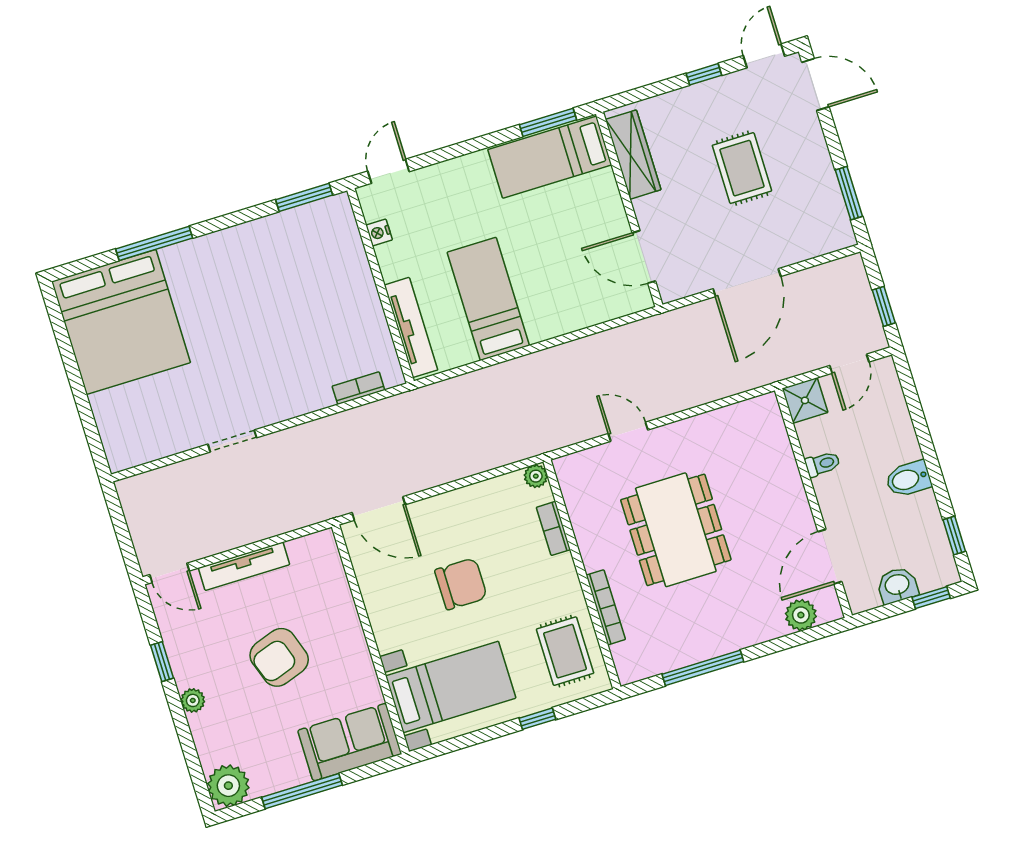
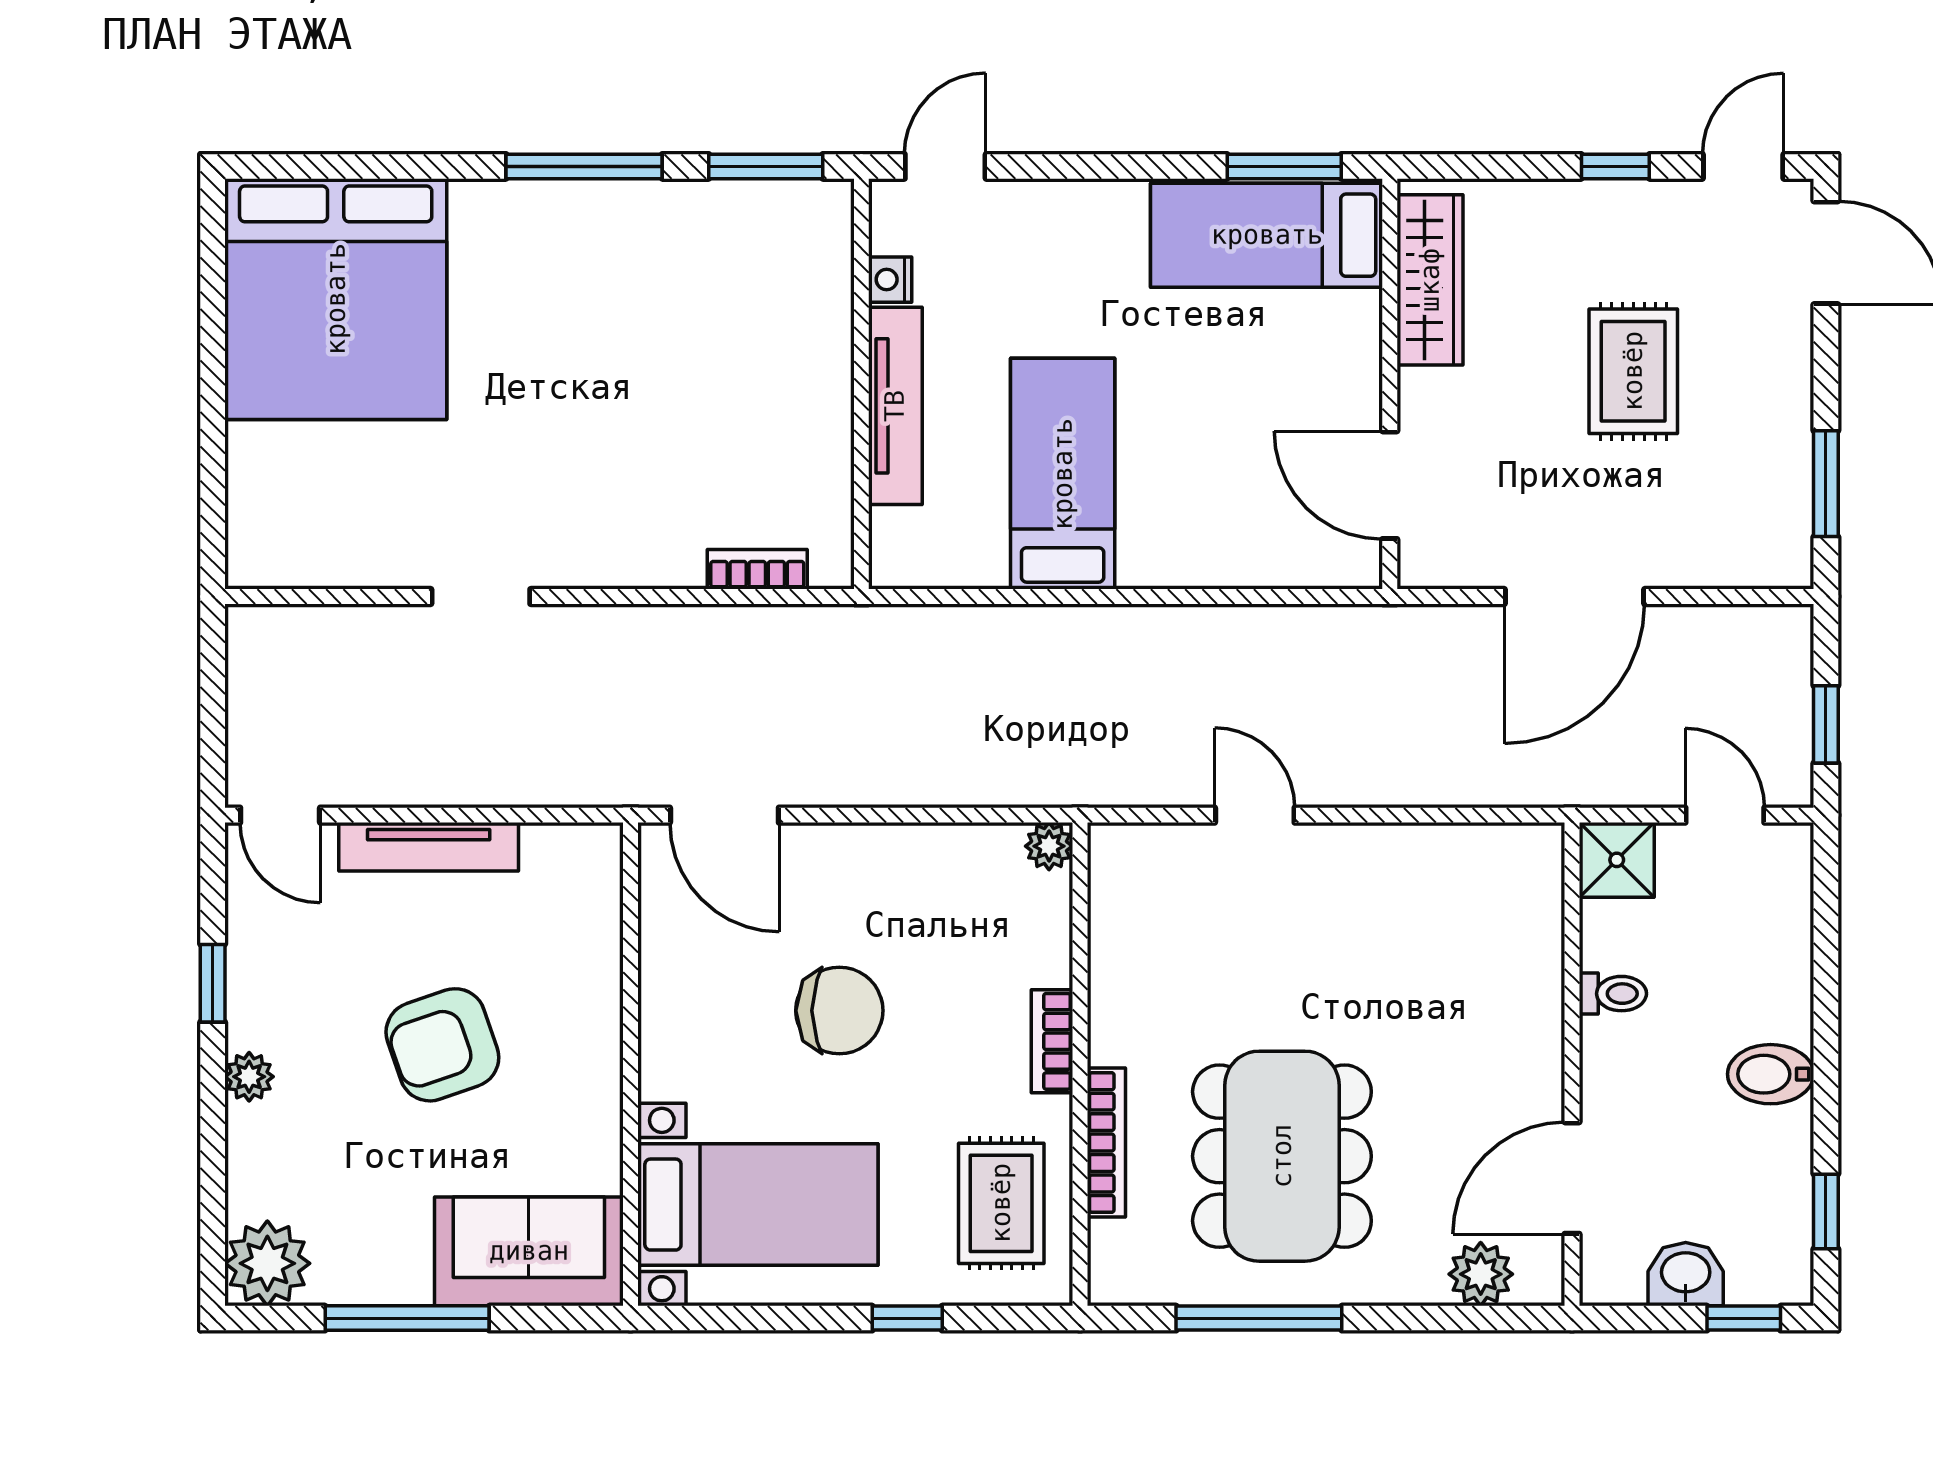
window: (154, 243) -> (584, 166), moved
tv unit: (411, 327) -> (895, 406), moved
door: (849, 364) -> (1725, 815), swing flipped
bookcase: (553, 528) -> (1052, 1041), moved
dining table: (676, 530) -> (1282, 1156), moved

